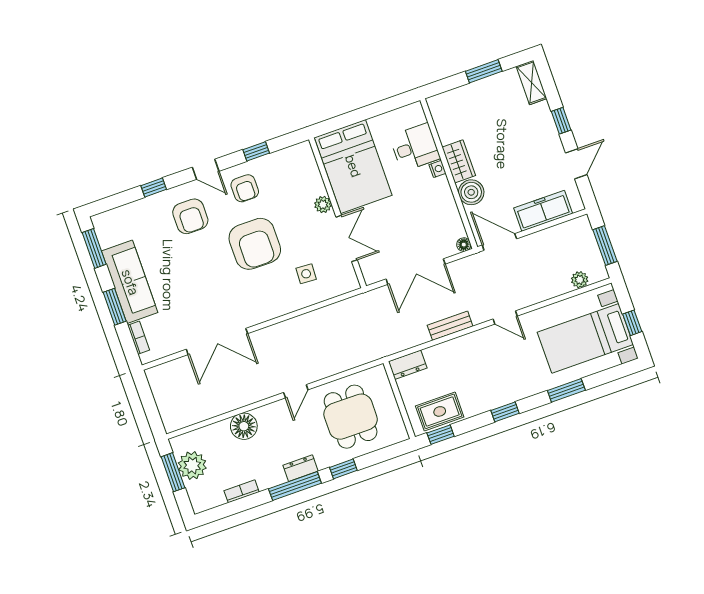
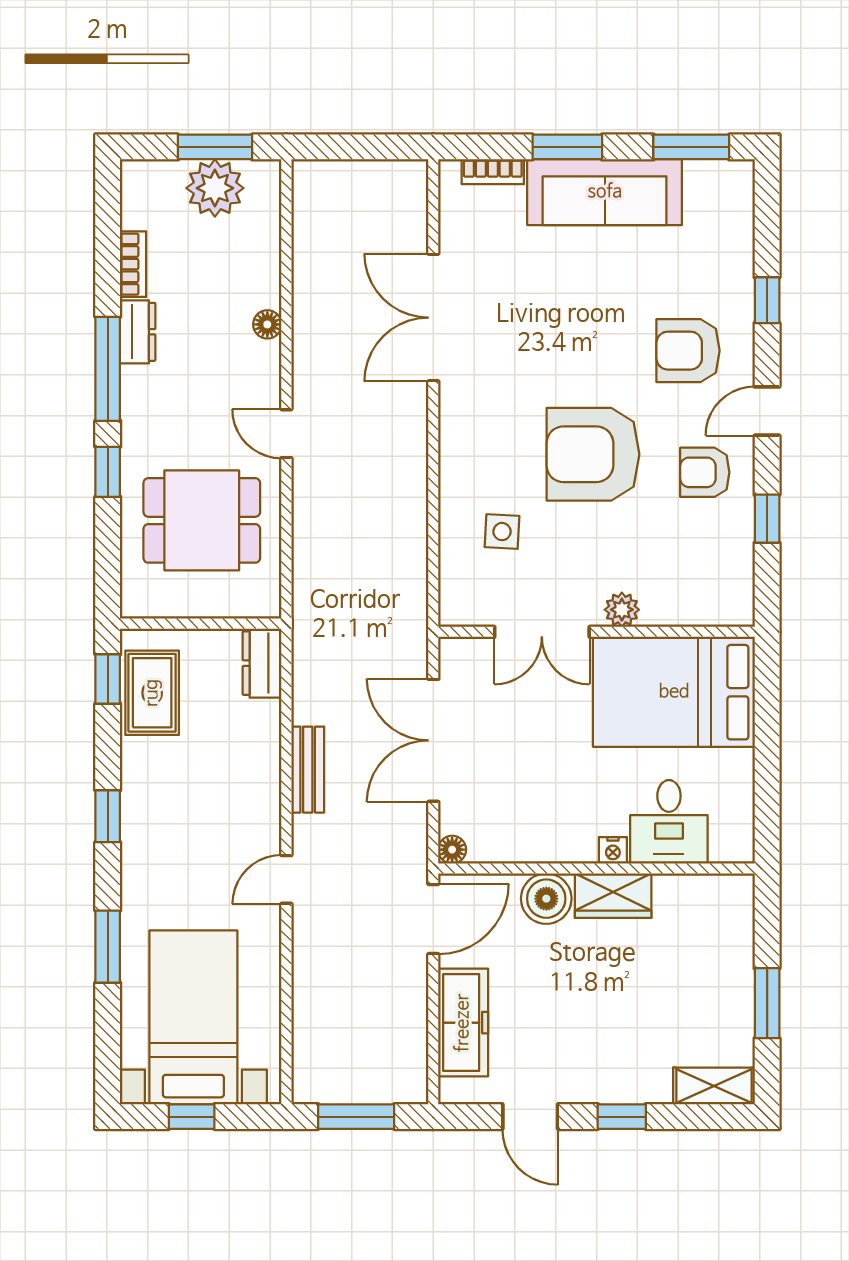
plant: (580, 280) -> (308, 1046), removed
floor lamp: (244, 426) -> (267, 324), width x0.53, depth x0.53
dresser: (300, 468) -> (138, 332), moved

